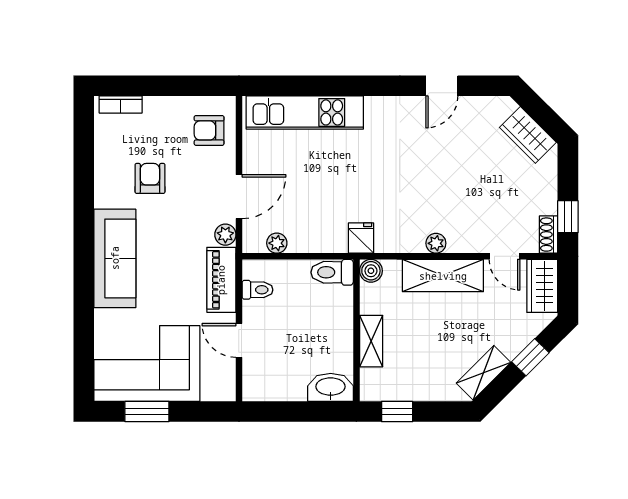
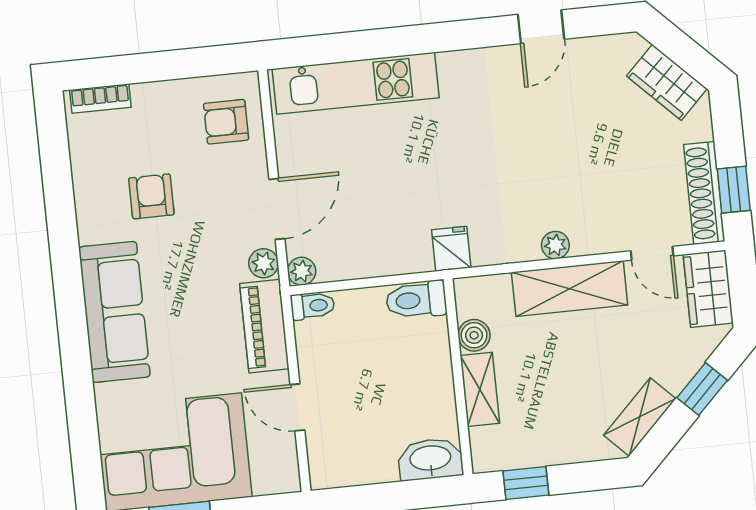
shoe rack: (549, 235) -> (704, 193), width x1.94, depth x1.24
plant: (277, 243) -> (302, 271), moved
boiler: (371, 271) -> (474, 335), moved
toilet: (257, 290) -> (313, 306), moved

